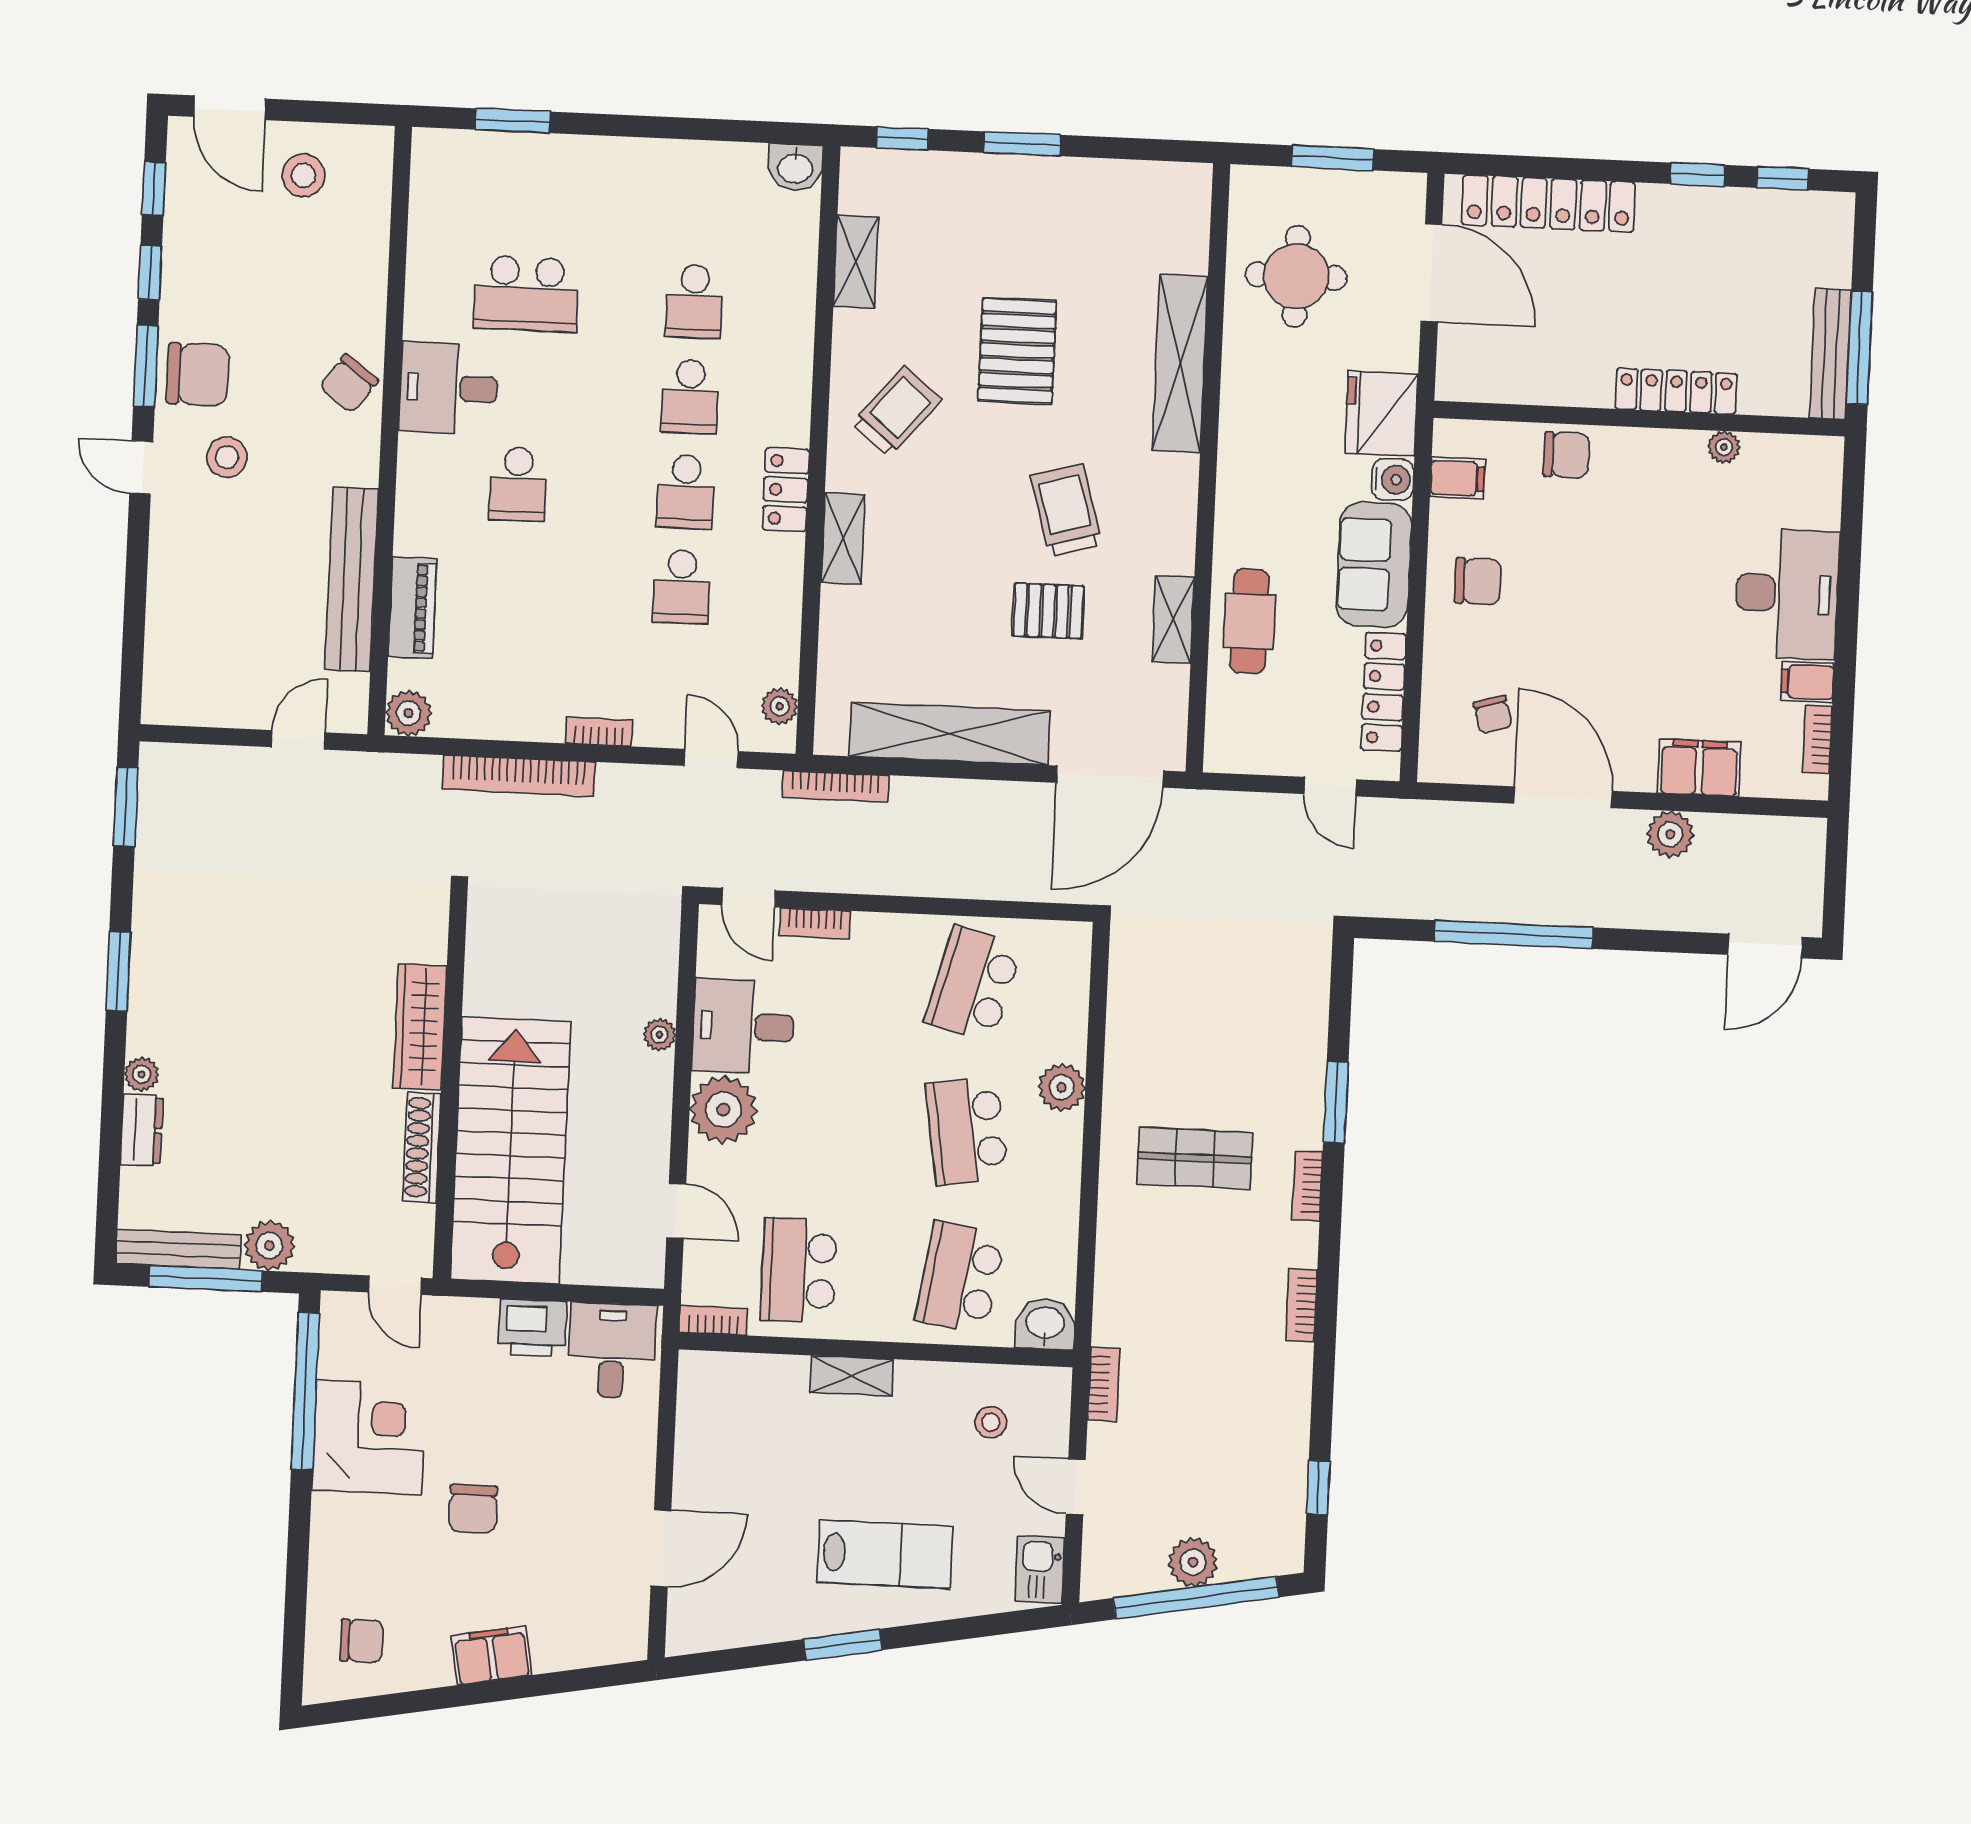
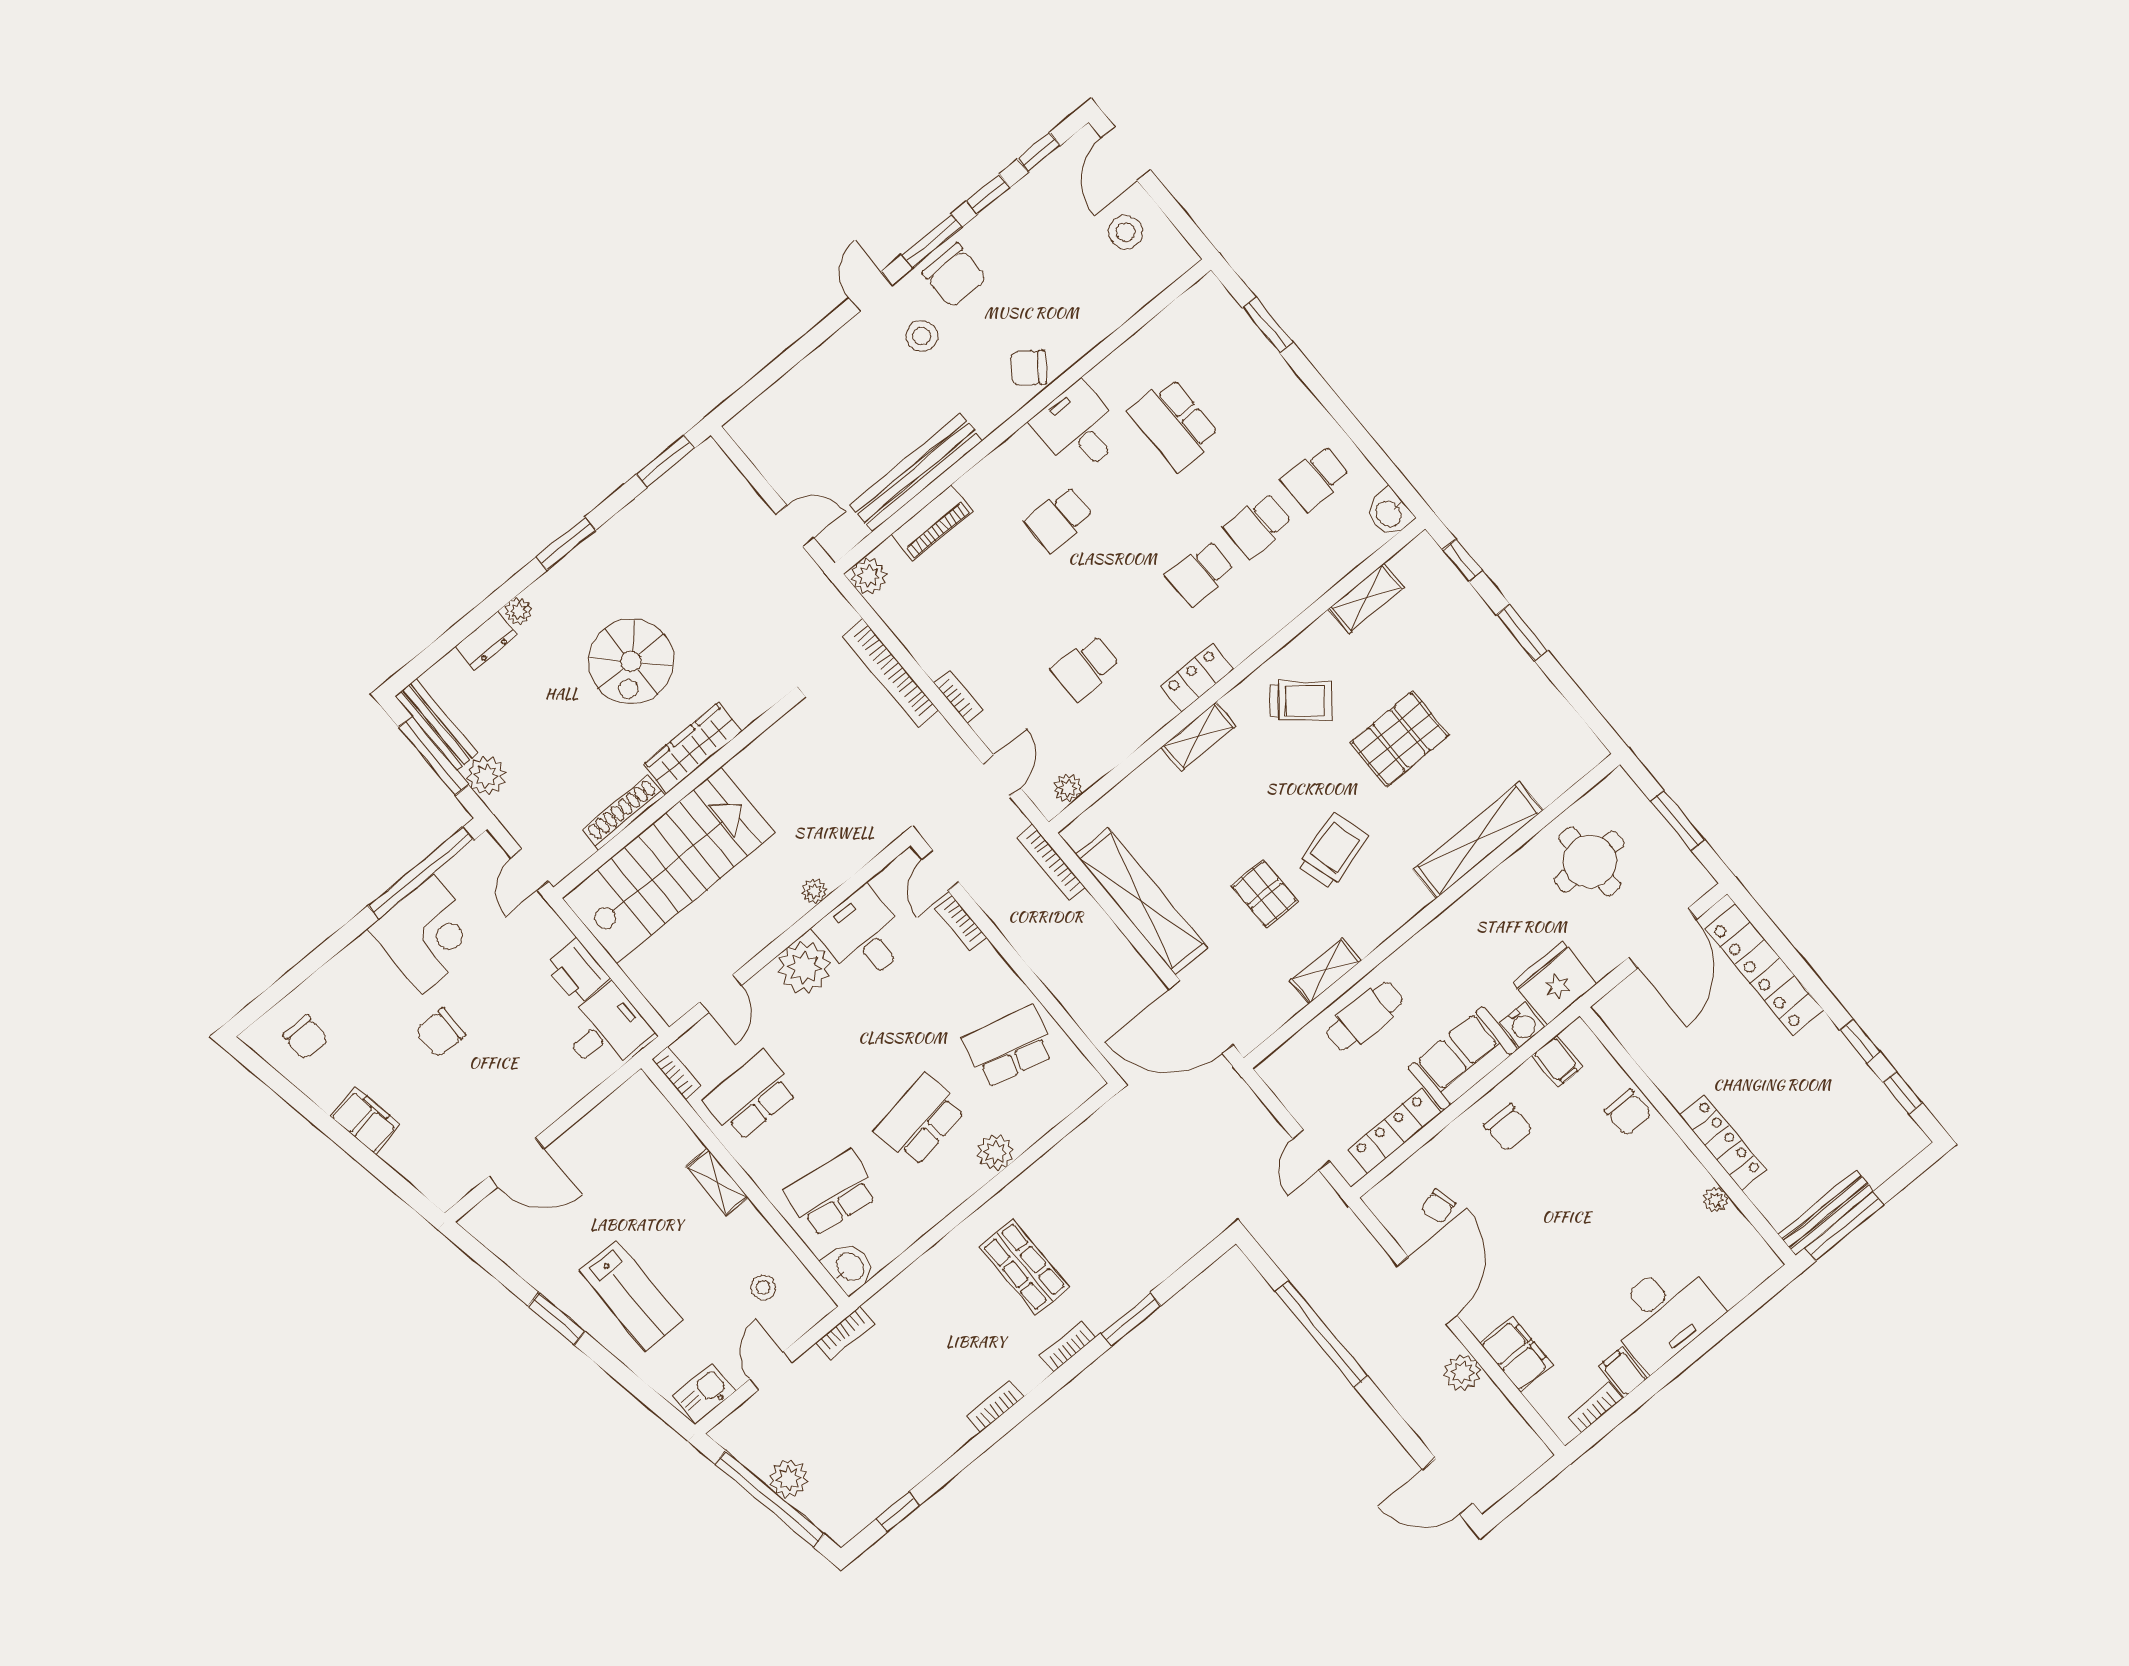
school desk: (686, 492) -> (1315, 478), moved
spiral stairs: (286, 1011) -> (631, 662), added

